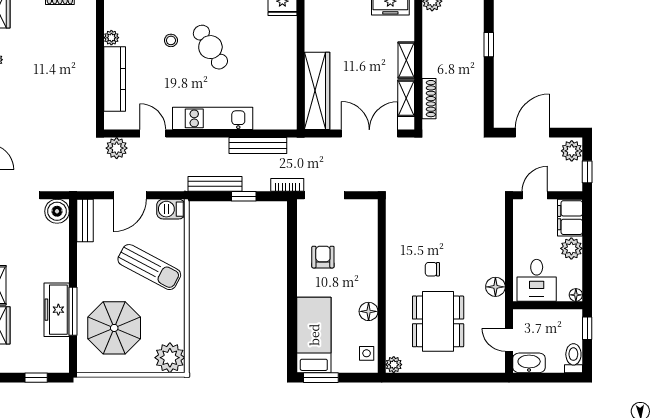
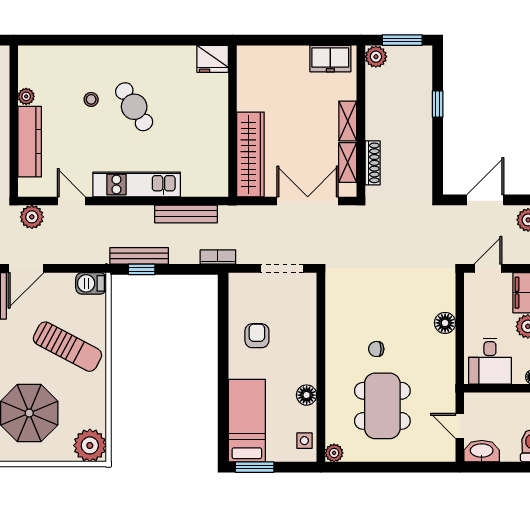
door: (130, 195) -> (26, 268), moved
doorway: (324, 195) -> (282, 268), moved
window: (244, 196) -> (142, 269), moved
floor lamp: (495, 287) -> (445, 323), moved

